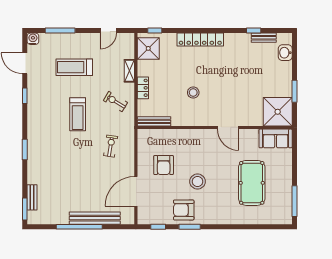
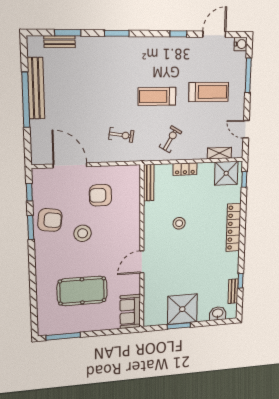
treadmill: (74, 67) -> (209, 92), turned 90
shelving: (129, 71) -> (219, 153), moved
shower: (278, 112) -> (182, 309), moved
window: (25, 209) -> (68, 33), moved
armchair: (184, 210) -> (50, 220), turned 97
bench: (95, 218) -> (36, 88), moved

